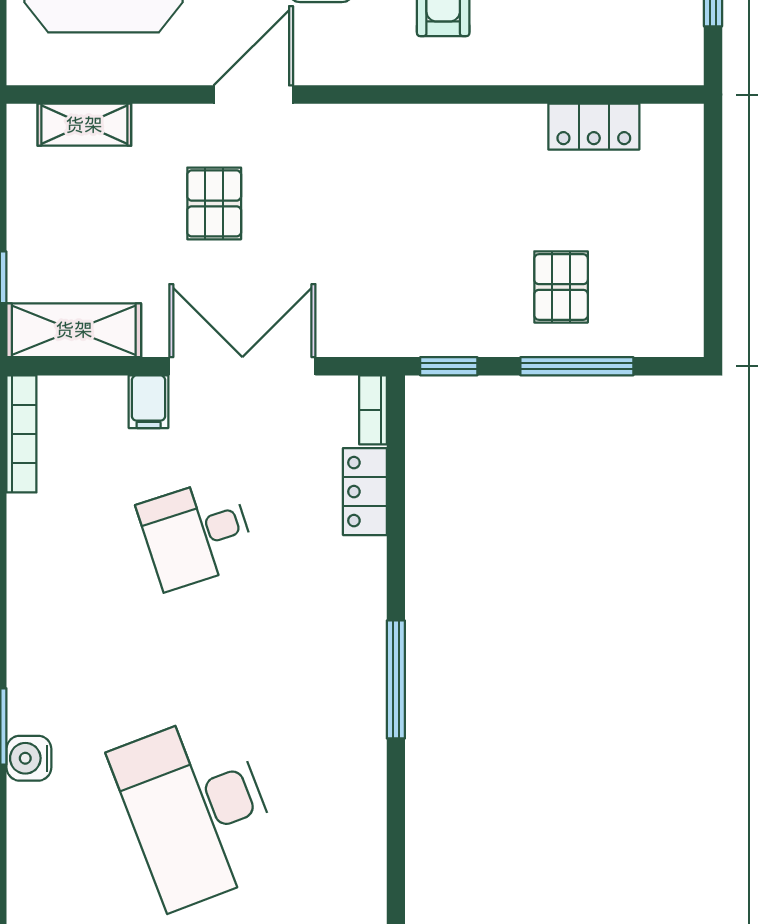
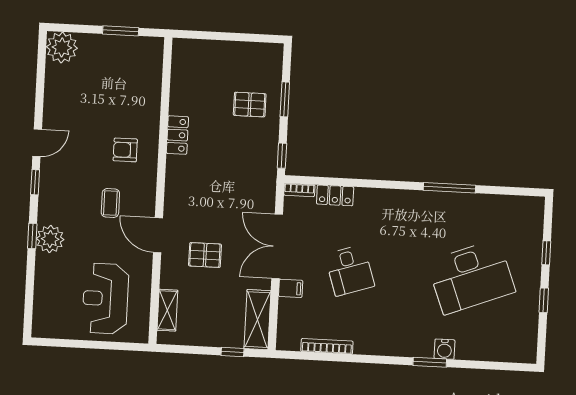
locker: (594, 127) -> (177, 135), moved
window: (577, 366) -> (285, 99), width x0.69
bookcase: (21, 434) -> (327, 346), moved
window: (396, 679) -> (449, 188), moved

